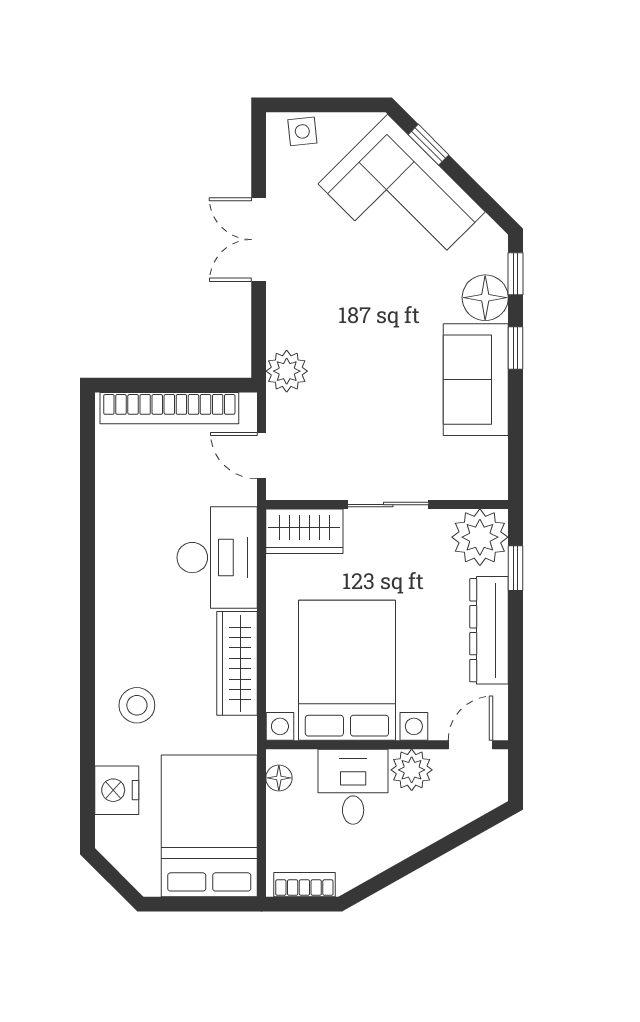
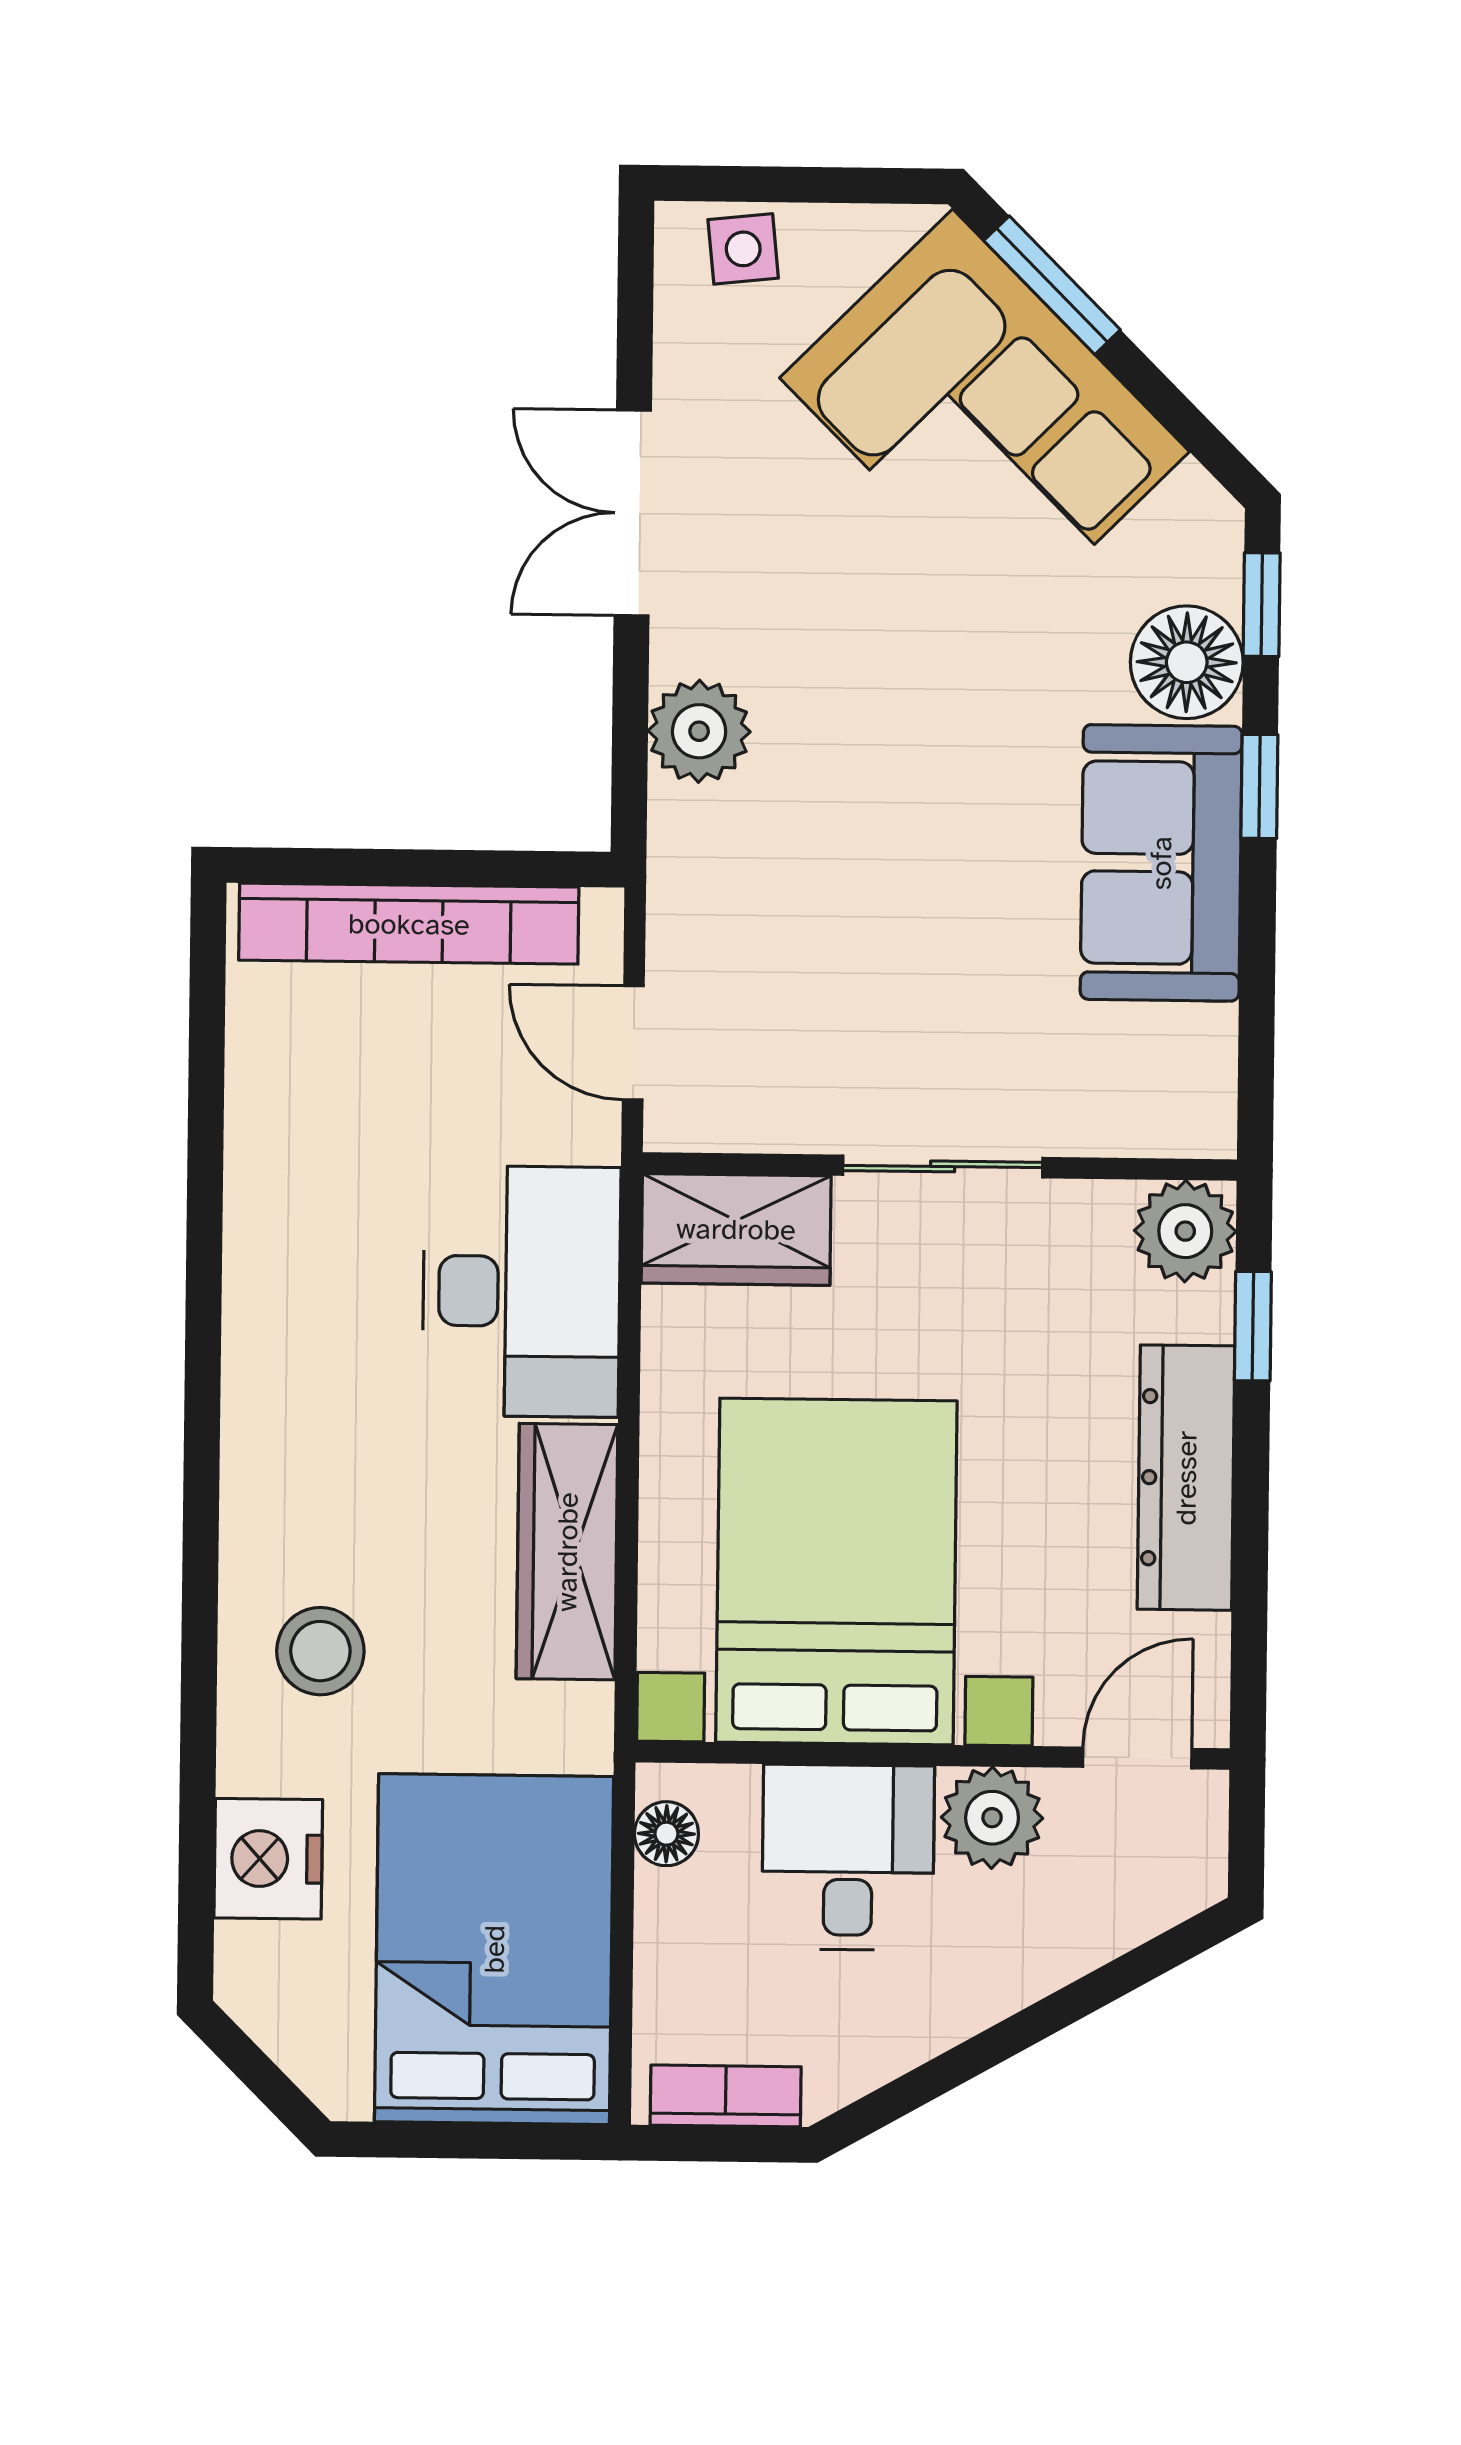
window: (428, 145) -> (1052, 285), width x1.50
plant: (287, 371) -> (699, 731), moved
plant: (480, 537) -> (1185, 1231), width x0.73, depth x0.73

